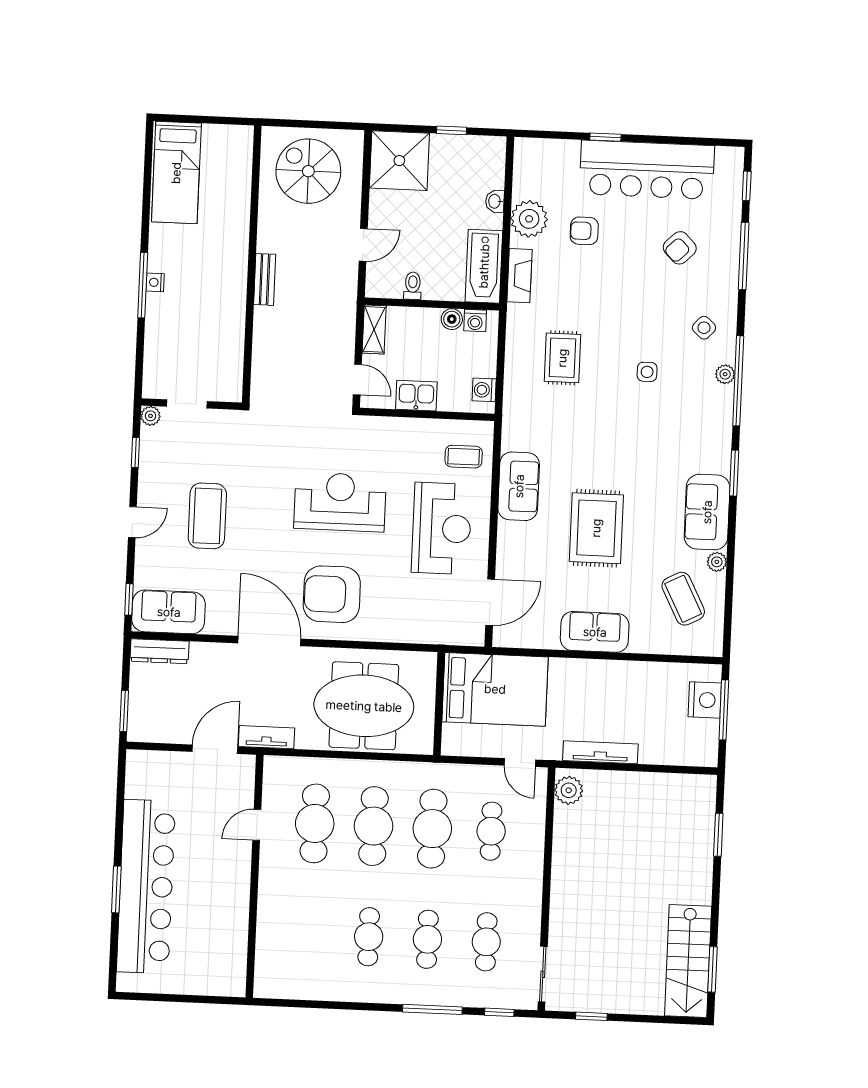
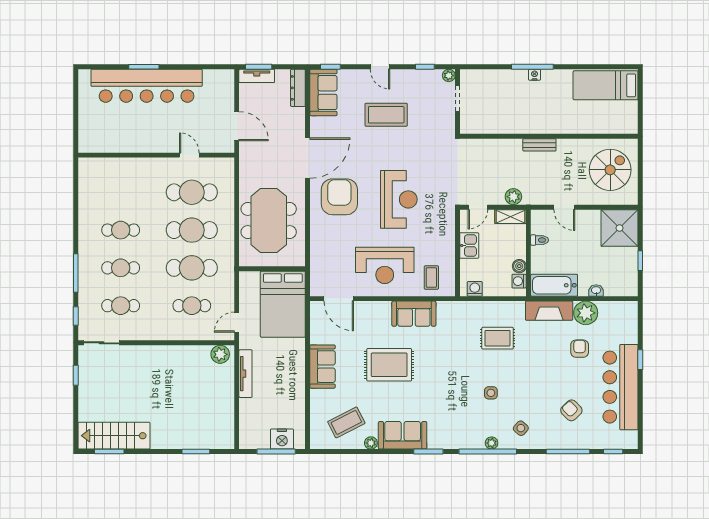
fireplace: (520, 276) -> (549, 311), width x1.37, depth x1.32
plant: (343, 323) -> (513, 197), added
tv unit: (267, 737) -> (257, 76), moved, turned 90

